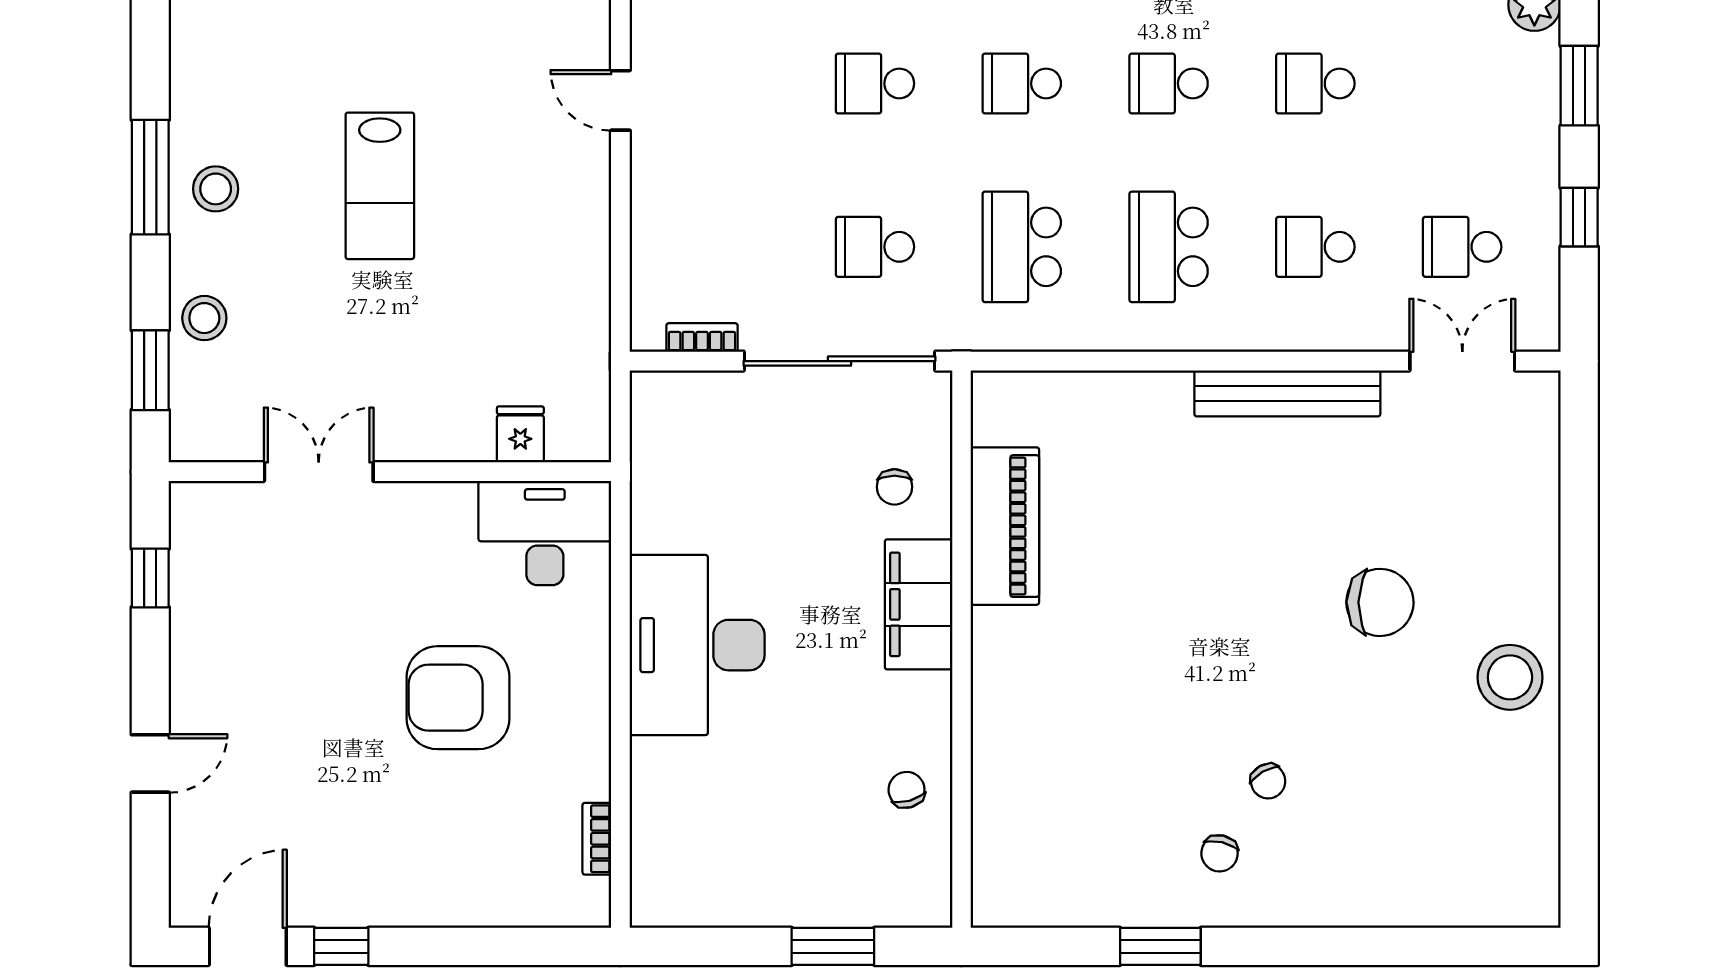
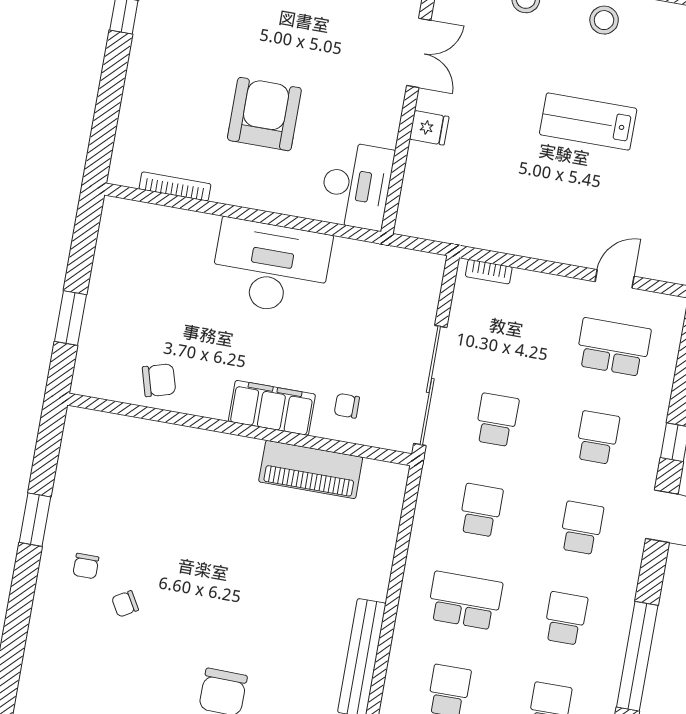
school desk: (728, 83) -> (613, 347), added
school desk: (1022, 247) -> (481, 510), width x0.54
bookcase: (702, 338) -> (489, 272), moved, turned 90
fridge: (520, 434) -> (429, 128), moved
chair: (907, 790) -> (159, 380), width x1.37, depth x1.37
bookcase: (597, 839) -> (175, 186), width x1.56
chair: (1219, 853) -> (86, 566), turned -103

